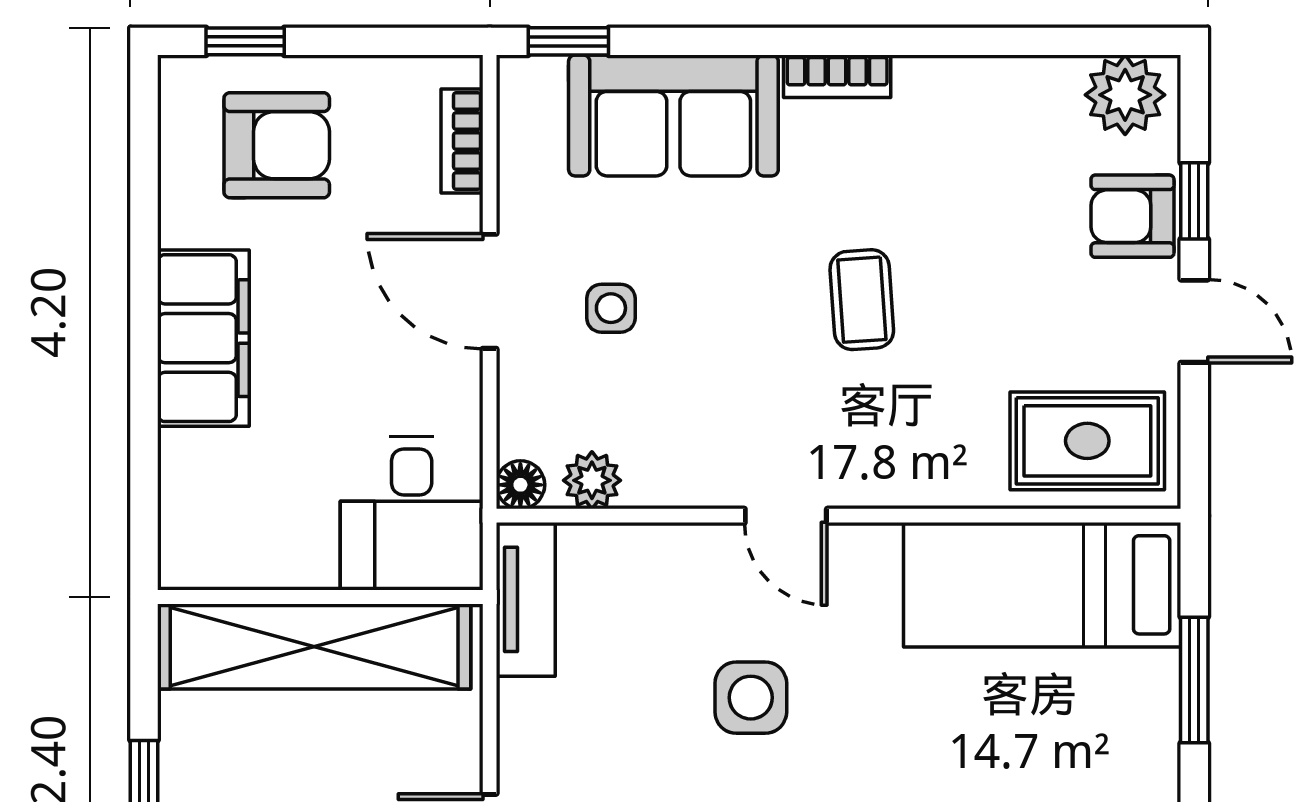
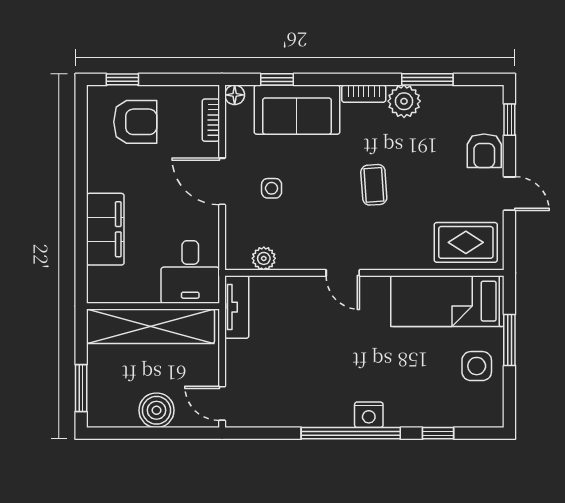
window: (568, 41) -> (277, 79), moved
window: (993, 41) -> (427, 79), added
plant: (1125, 95) -> (404, 101), moved
window: (1194, 201) -> (509, 120), moved
armchair: (1132, 216) -> (484, 151), turned -90
filing cabinet: (203, 338) -> (105, 229), moved
floor lamp: (520, 485) -> (235, 95), moved
side table: (751, 698) -> (477, 366), moved

